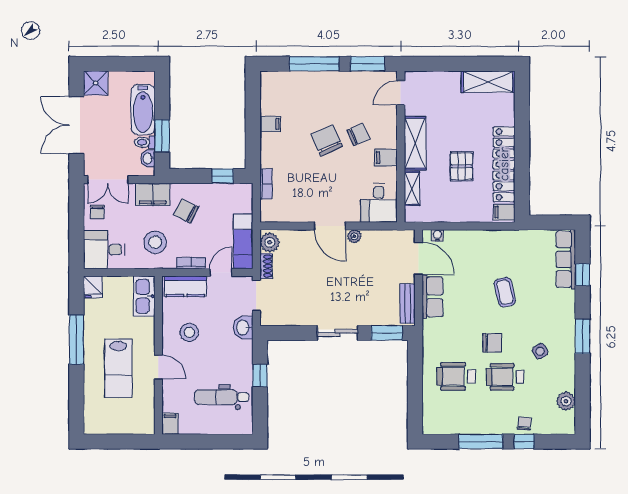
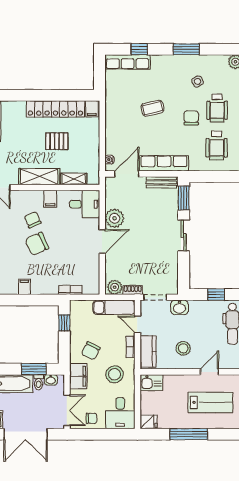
plant: (354, 236) -> (115, 218), width x1.88, depth x1.88
kitchen sink: (144, 296) -> (151, 383), width x0.73
row of seats: (433, 297) -> (164, 163), width x1.48

